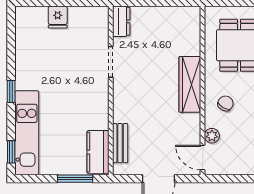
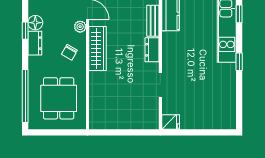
fridge: (58, 17) -> (171, 122), moved, turned 90
dresser: (121, 21) -> (152, 50), moved
wardrobe: (190, 84) -> (98, 49), moved

